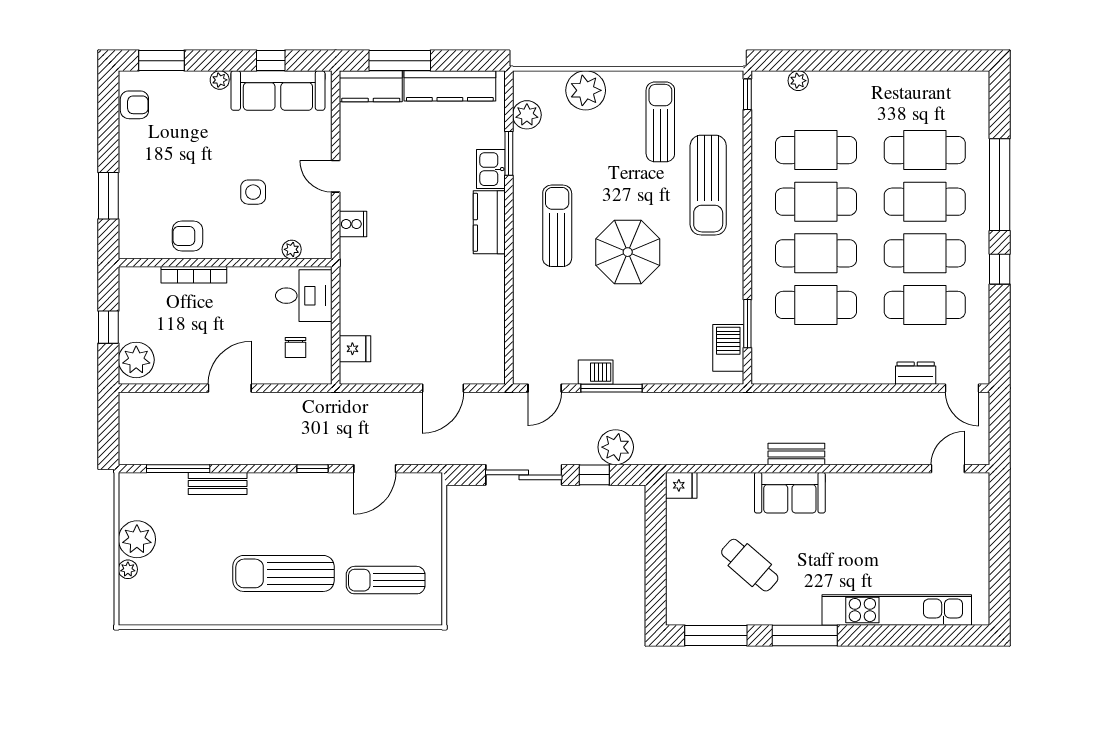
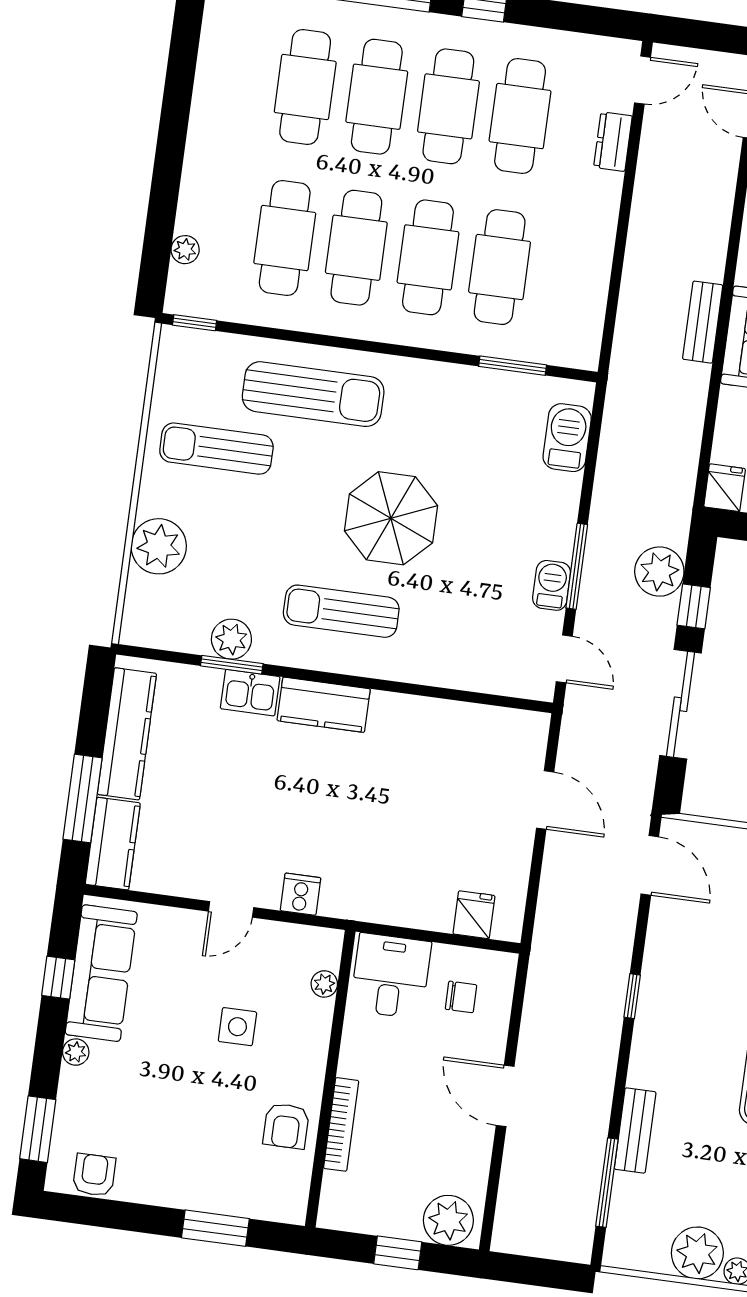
plant: (527, 115) -> (231, 639), moved
barbecue: (728, 348) -> (567, 438), moved, turned 90
door: (375, 469) -> (650, 865), moved

